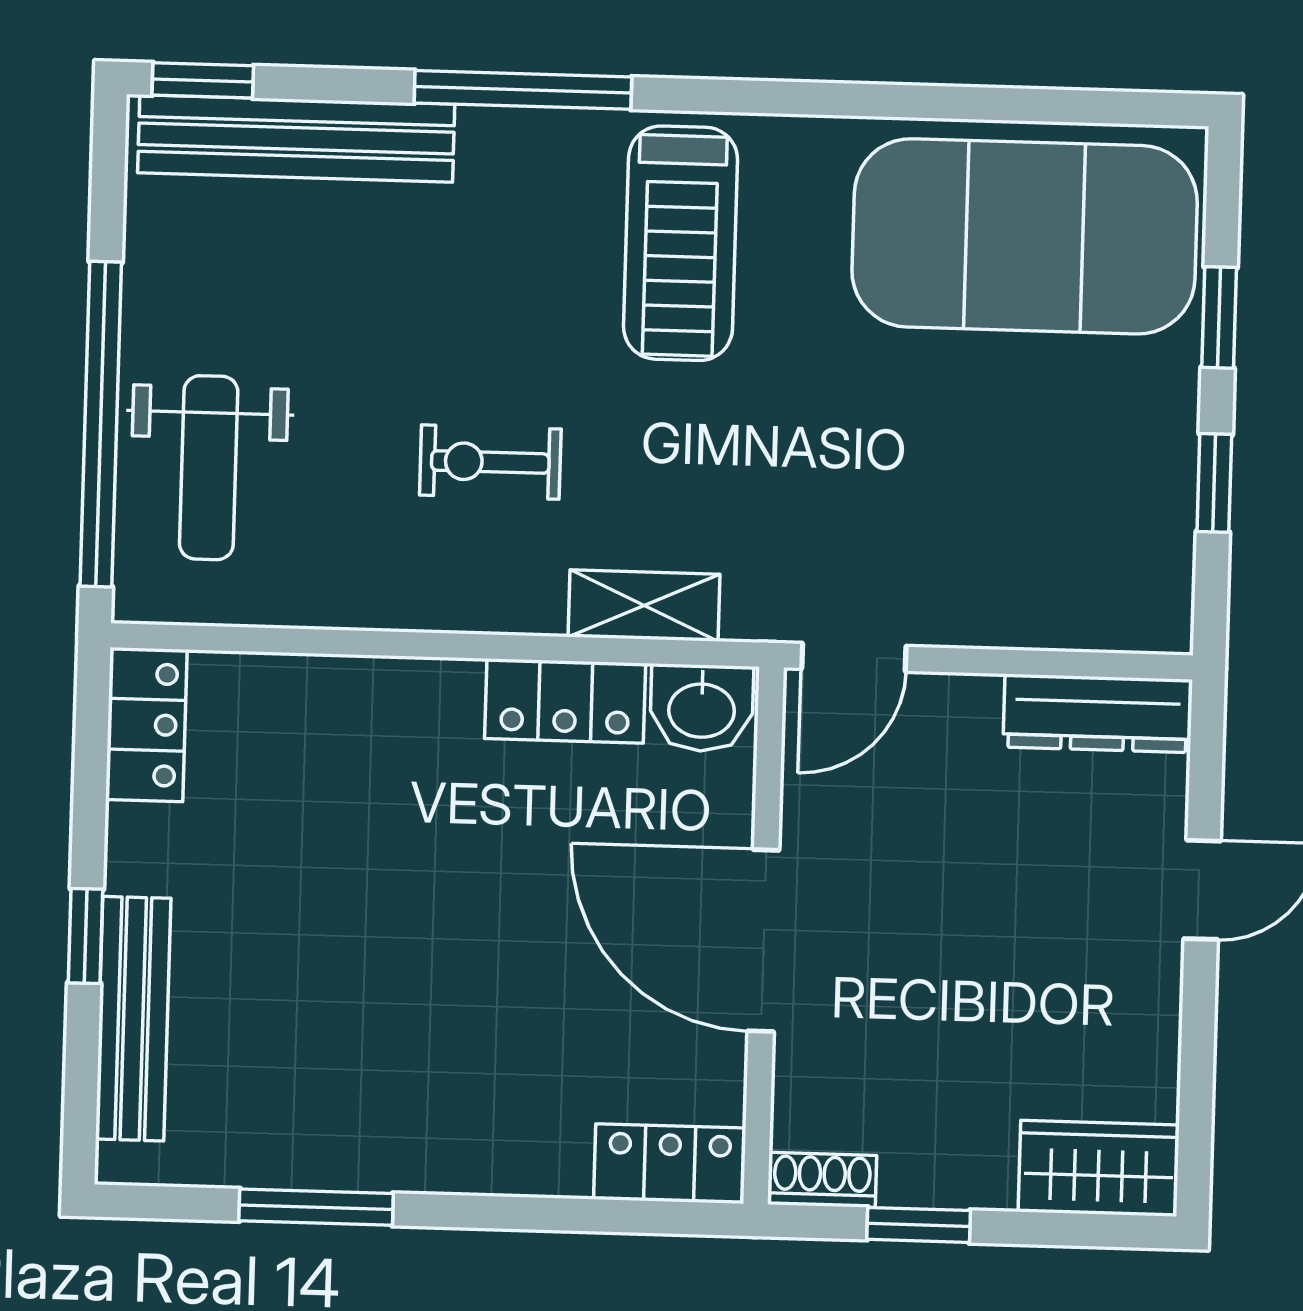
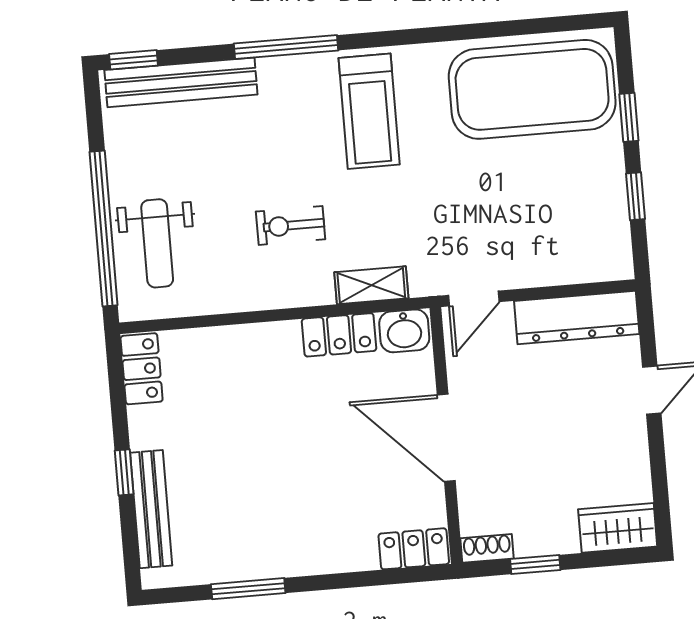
dresser: (1098, 713) -> (577, 318), width x1.37, depth x1.24

